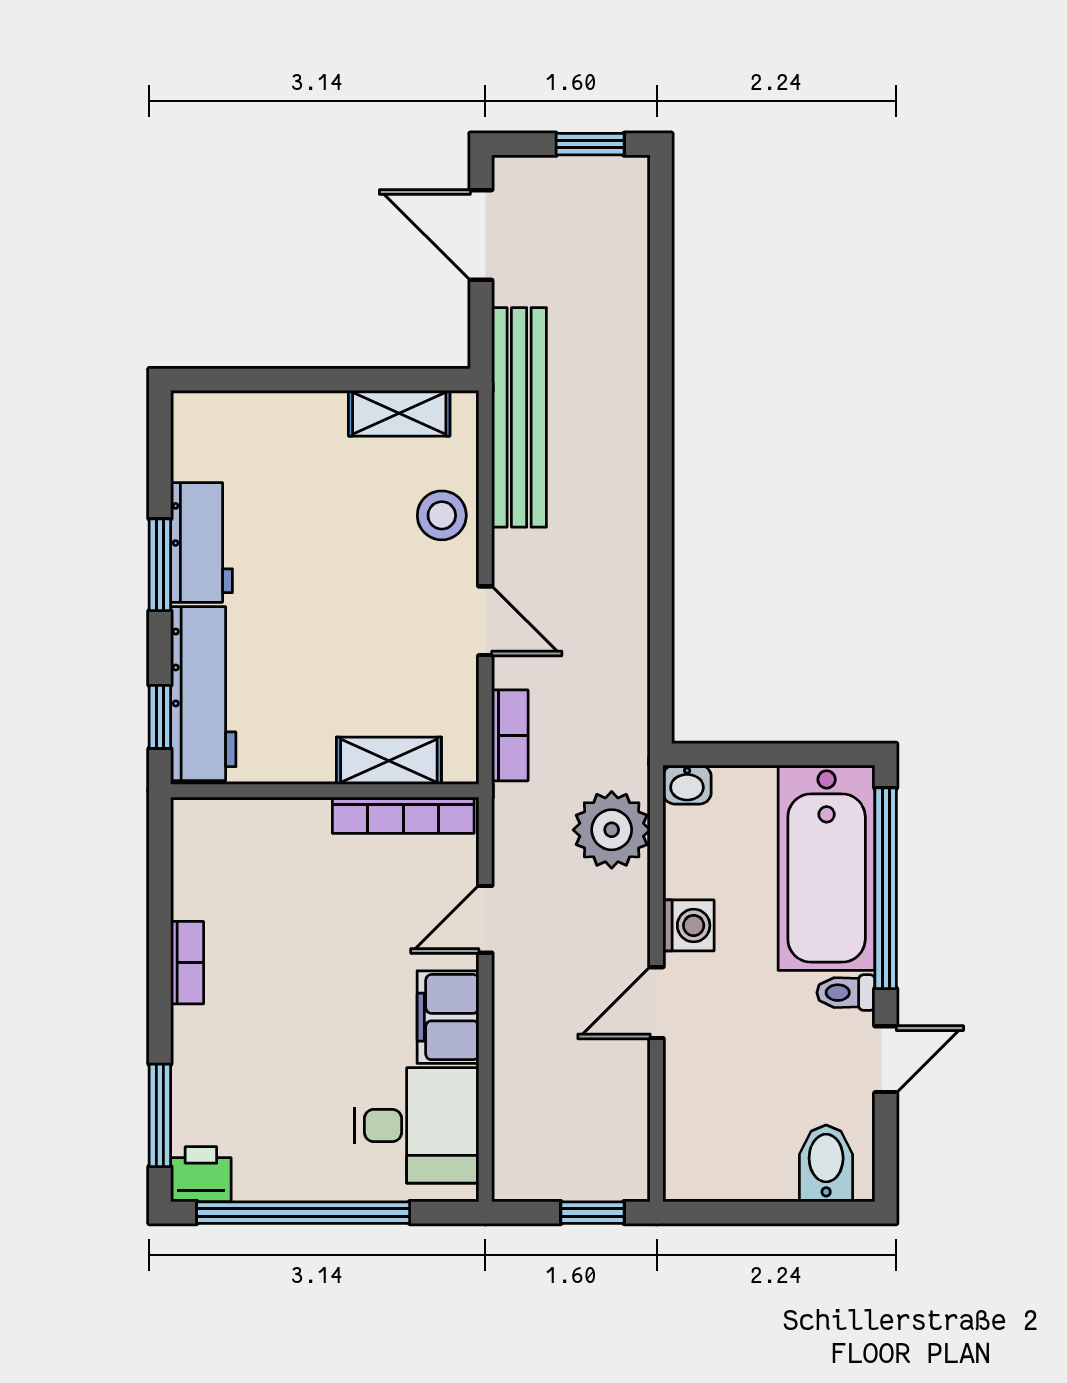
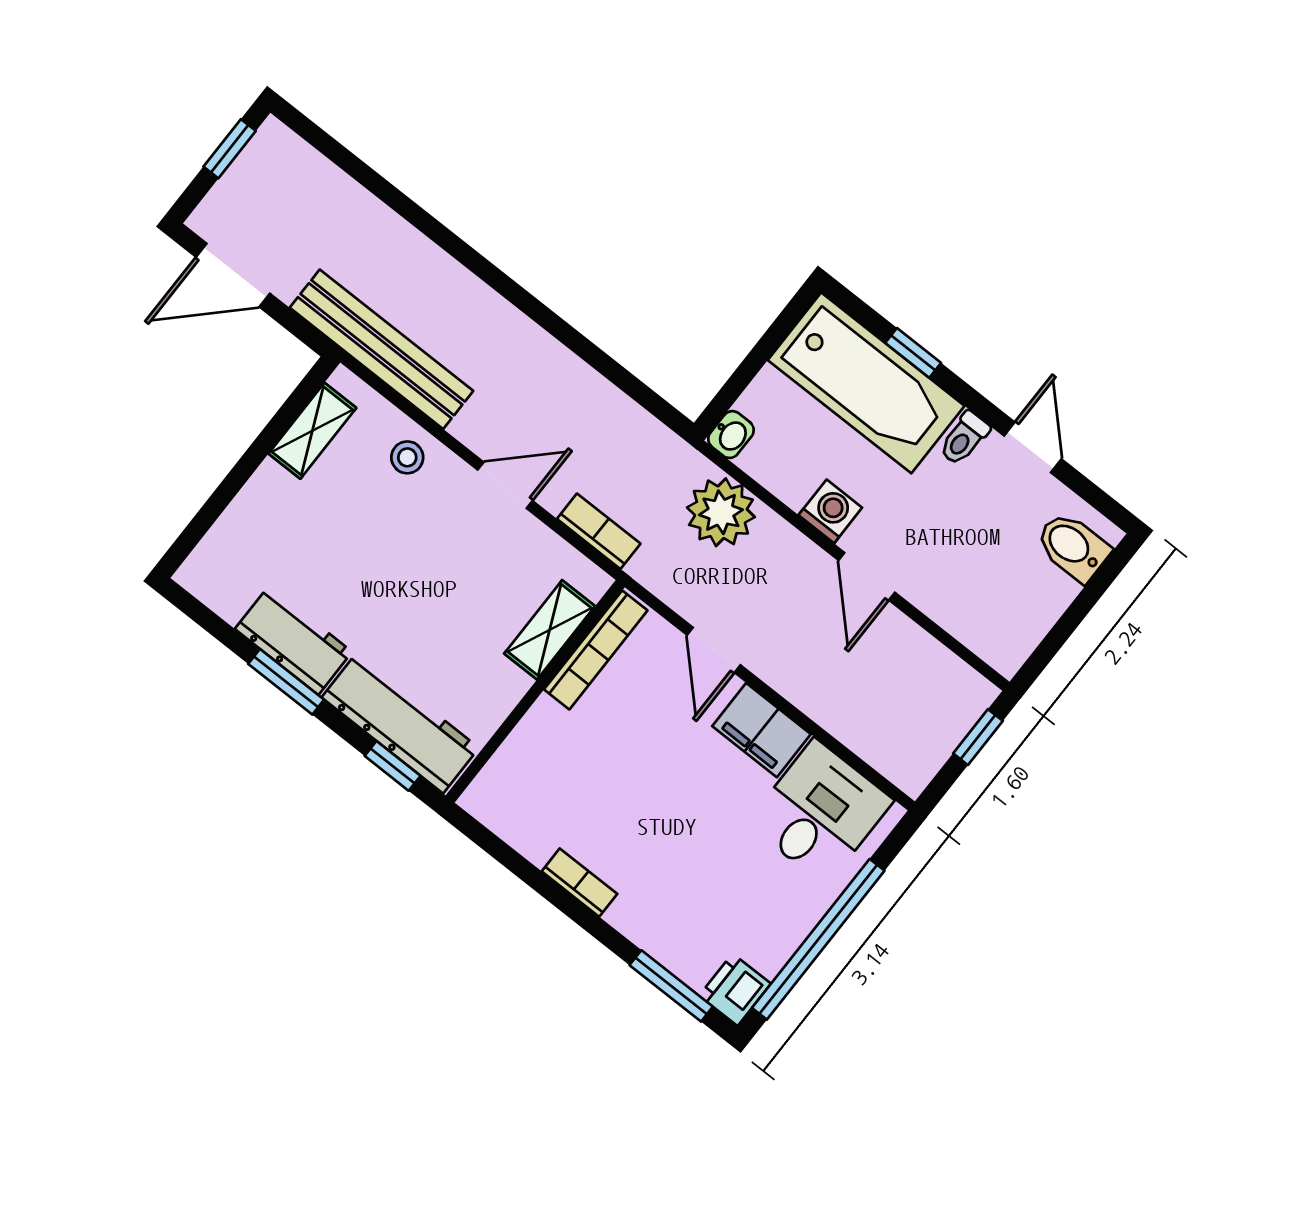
stool: (442, 515) -> (407, 457), width x0.73, depth x0.73
window: (886, 888) -> (913, 353), width x0.32

